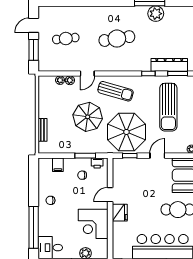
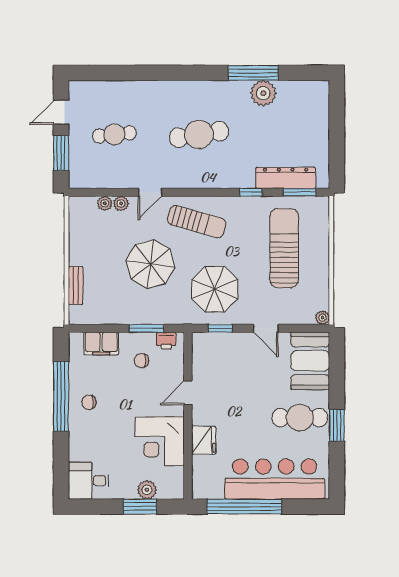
sun lounger: (168, 107) -> (284, 248), turned 180
parasol: (126, 132) -> (215, 289), width x0.73, depth x0.73
door: (157, 156) -> (266, 328), swing flipped
filing cabinet: (58, 165) -> (101, 343), width x2.00
fridge: (120, 213) -> (204, 440), moved
window: (34, 227) -> (61, 397), moved

